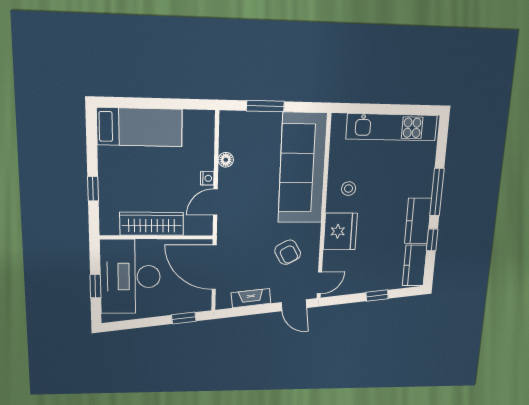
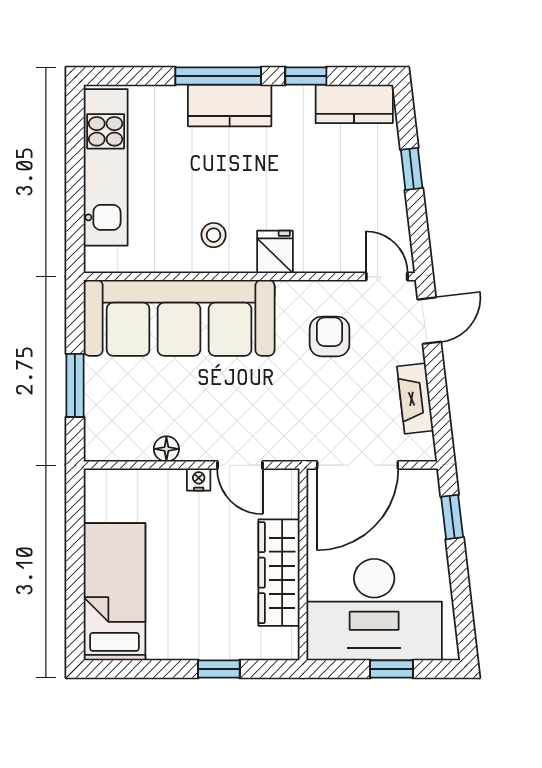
kitchen counter: (418, 221) -> (230, 105), moved
fridge: (340, 231) -> (275, 252), width x0.53, depth x0.75
armchair: (288, 252) -> (330, 336), turned -61

